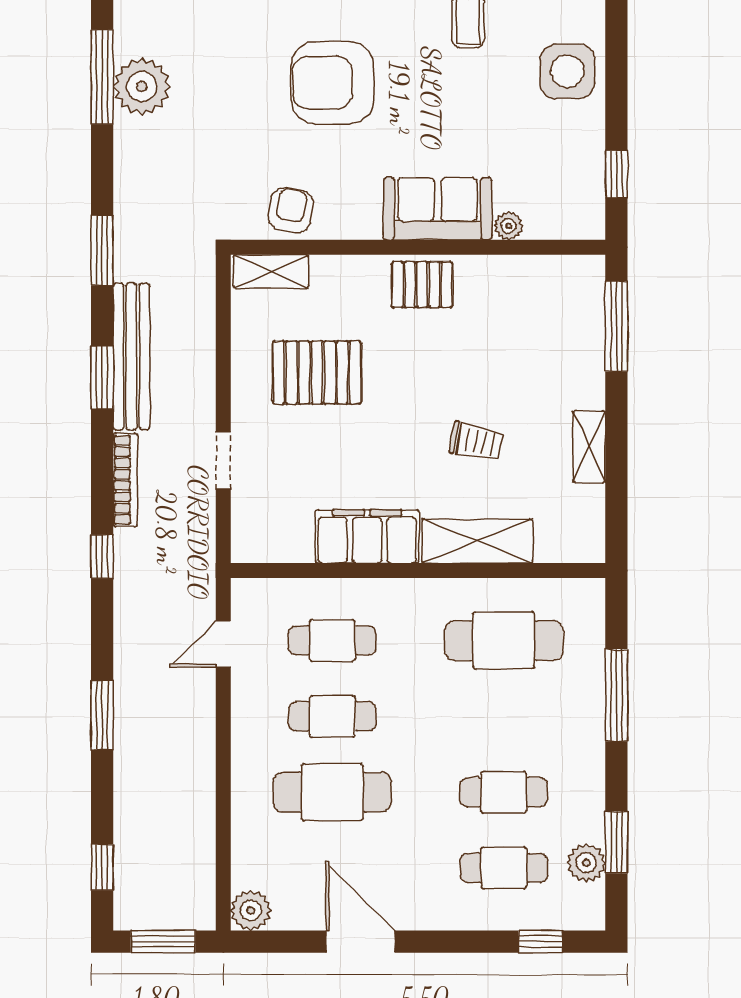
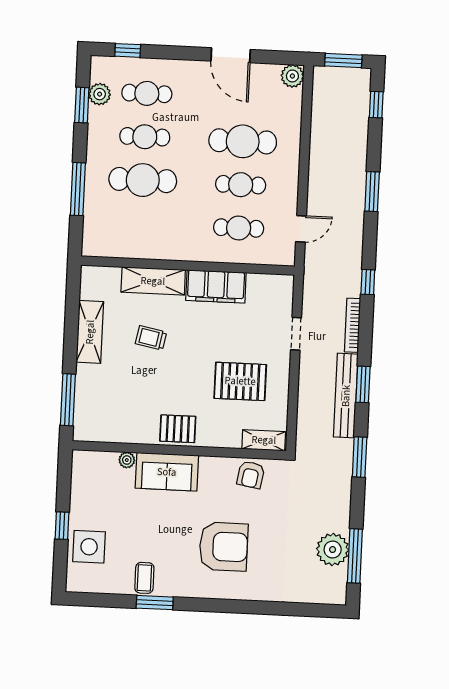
window: (616, 174) -> (62, 526), moved
shelving: (589, 447) -> (90, 332), width x1.50, depth x1.33
cafe table: (504, 640) -> (143, 180), moved

